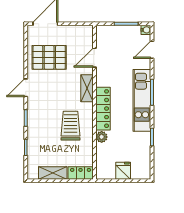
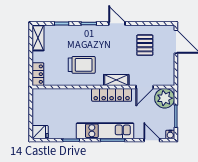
pallet: (49, 57) -> (145, 45), width x0.67, depth x0.71
door: (94, 58) -> (145, 87), swing flipped
locker: (103, 109) -> (112, 95), moved
plant: (102, 137) -> (165, 98), moved, width x1.88, depth x1.88
fridge: (123, 171) -> (40, 132), moved
shelving: (53, 173) -> (38, 38), moved

